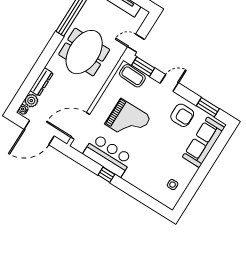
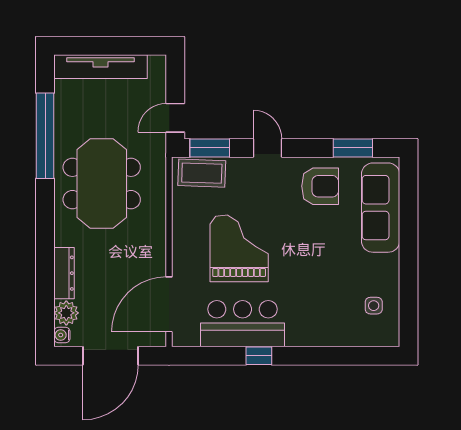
door: (169, 83) -> (267, 148), hinge flipped
grand piano: (128, 120) -> (239, 248), turned -90

